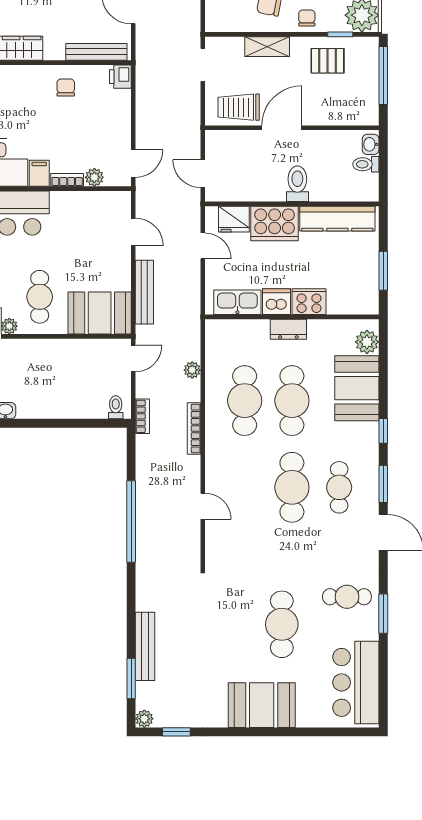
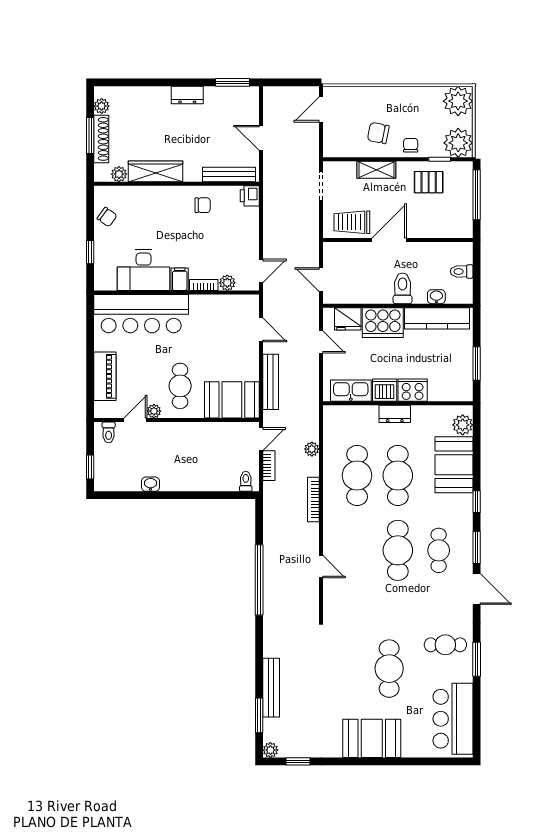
chair: (66, 88) -> (203, 205), turned 90
washbasin: (371, 144) -> (436, 297), moved, turned 90
bookcase: (142, 416) -> (269, 466), moved

